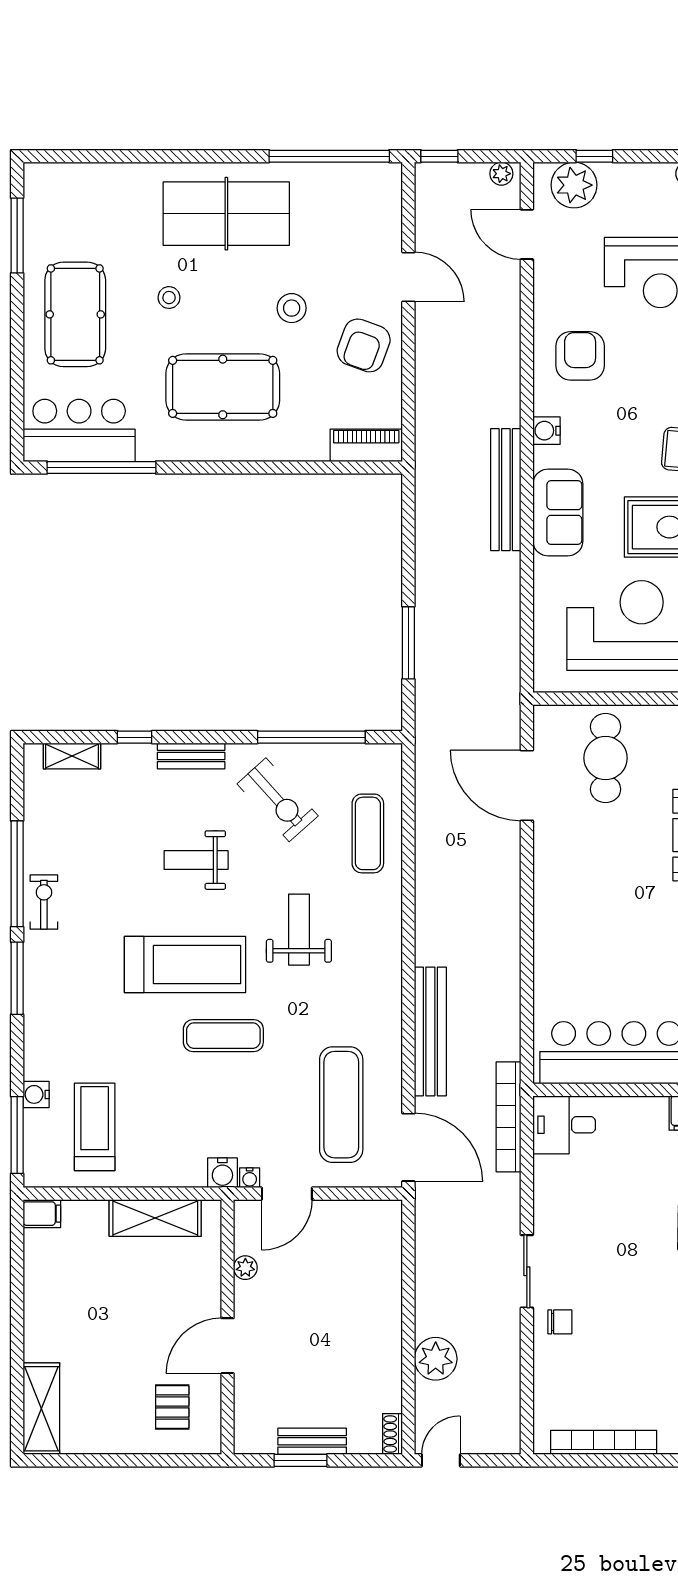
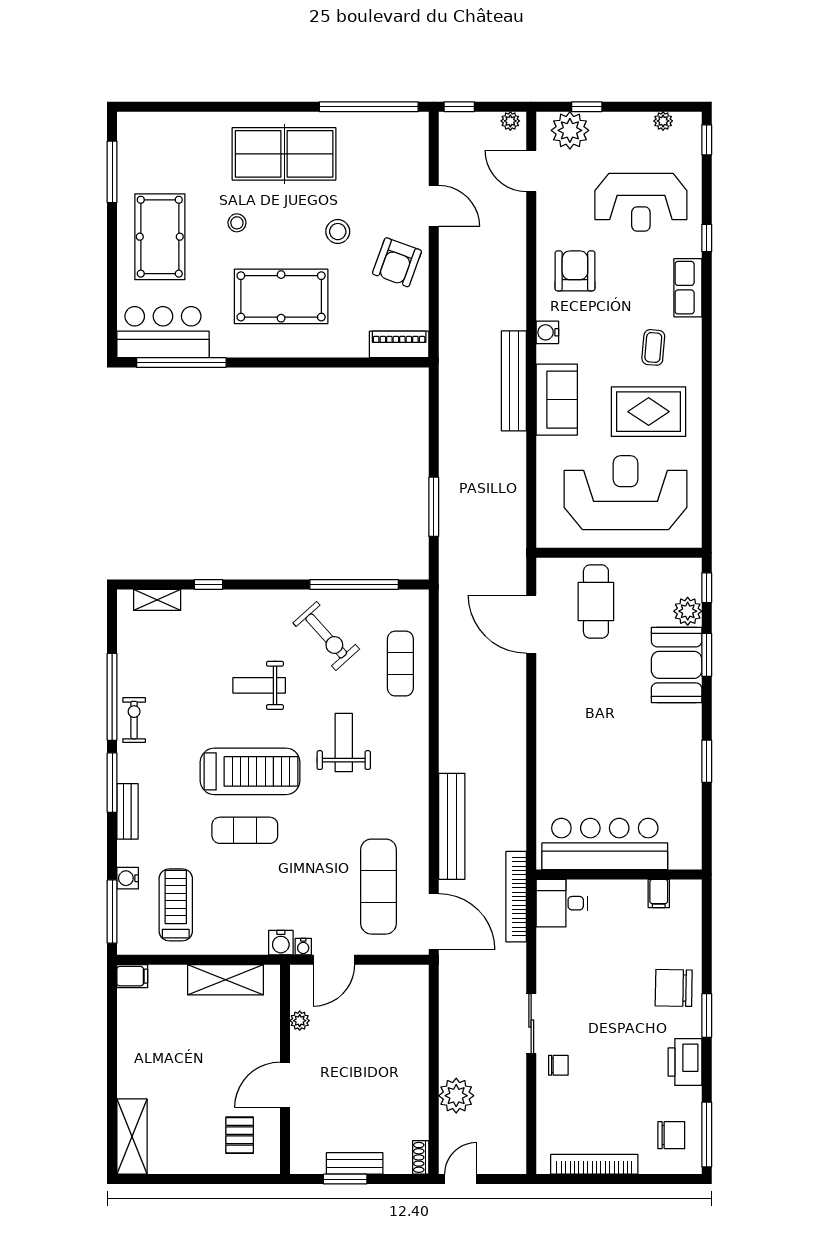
bench: (191, 756) -> (127, 811), moved, turned 90
exercise mat: (223, 1036) -> (245, 830), moved

